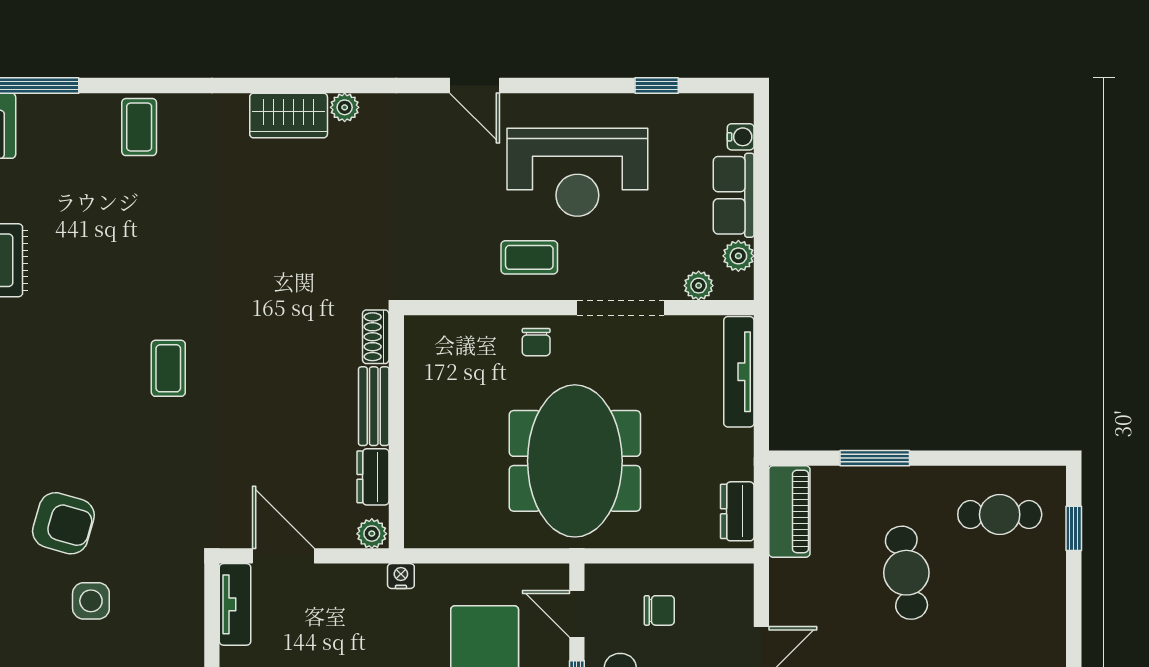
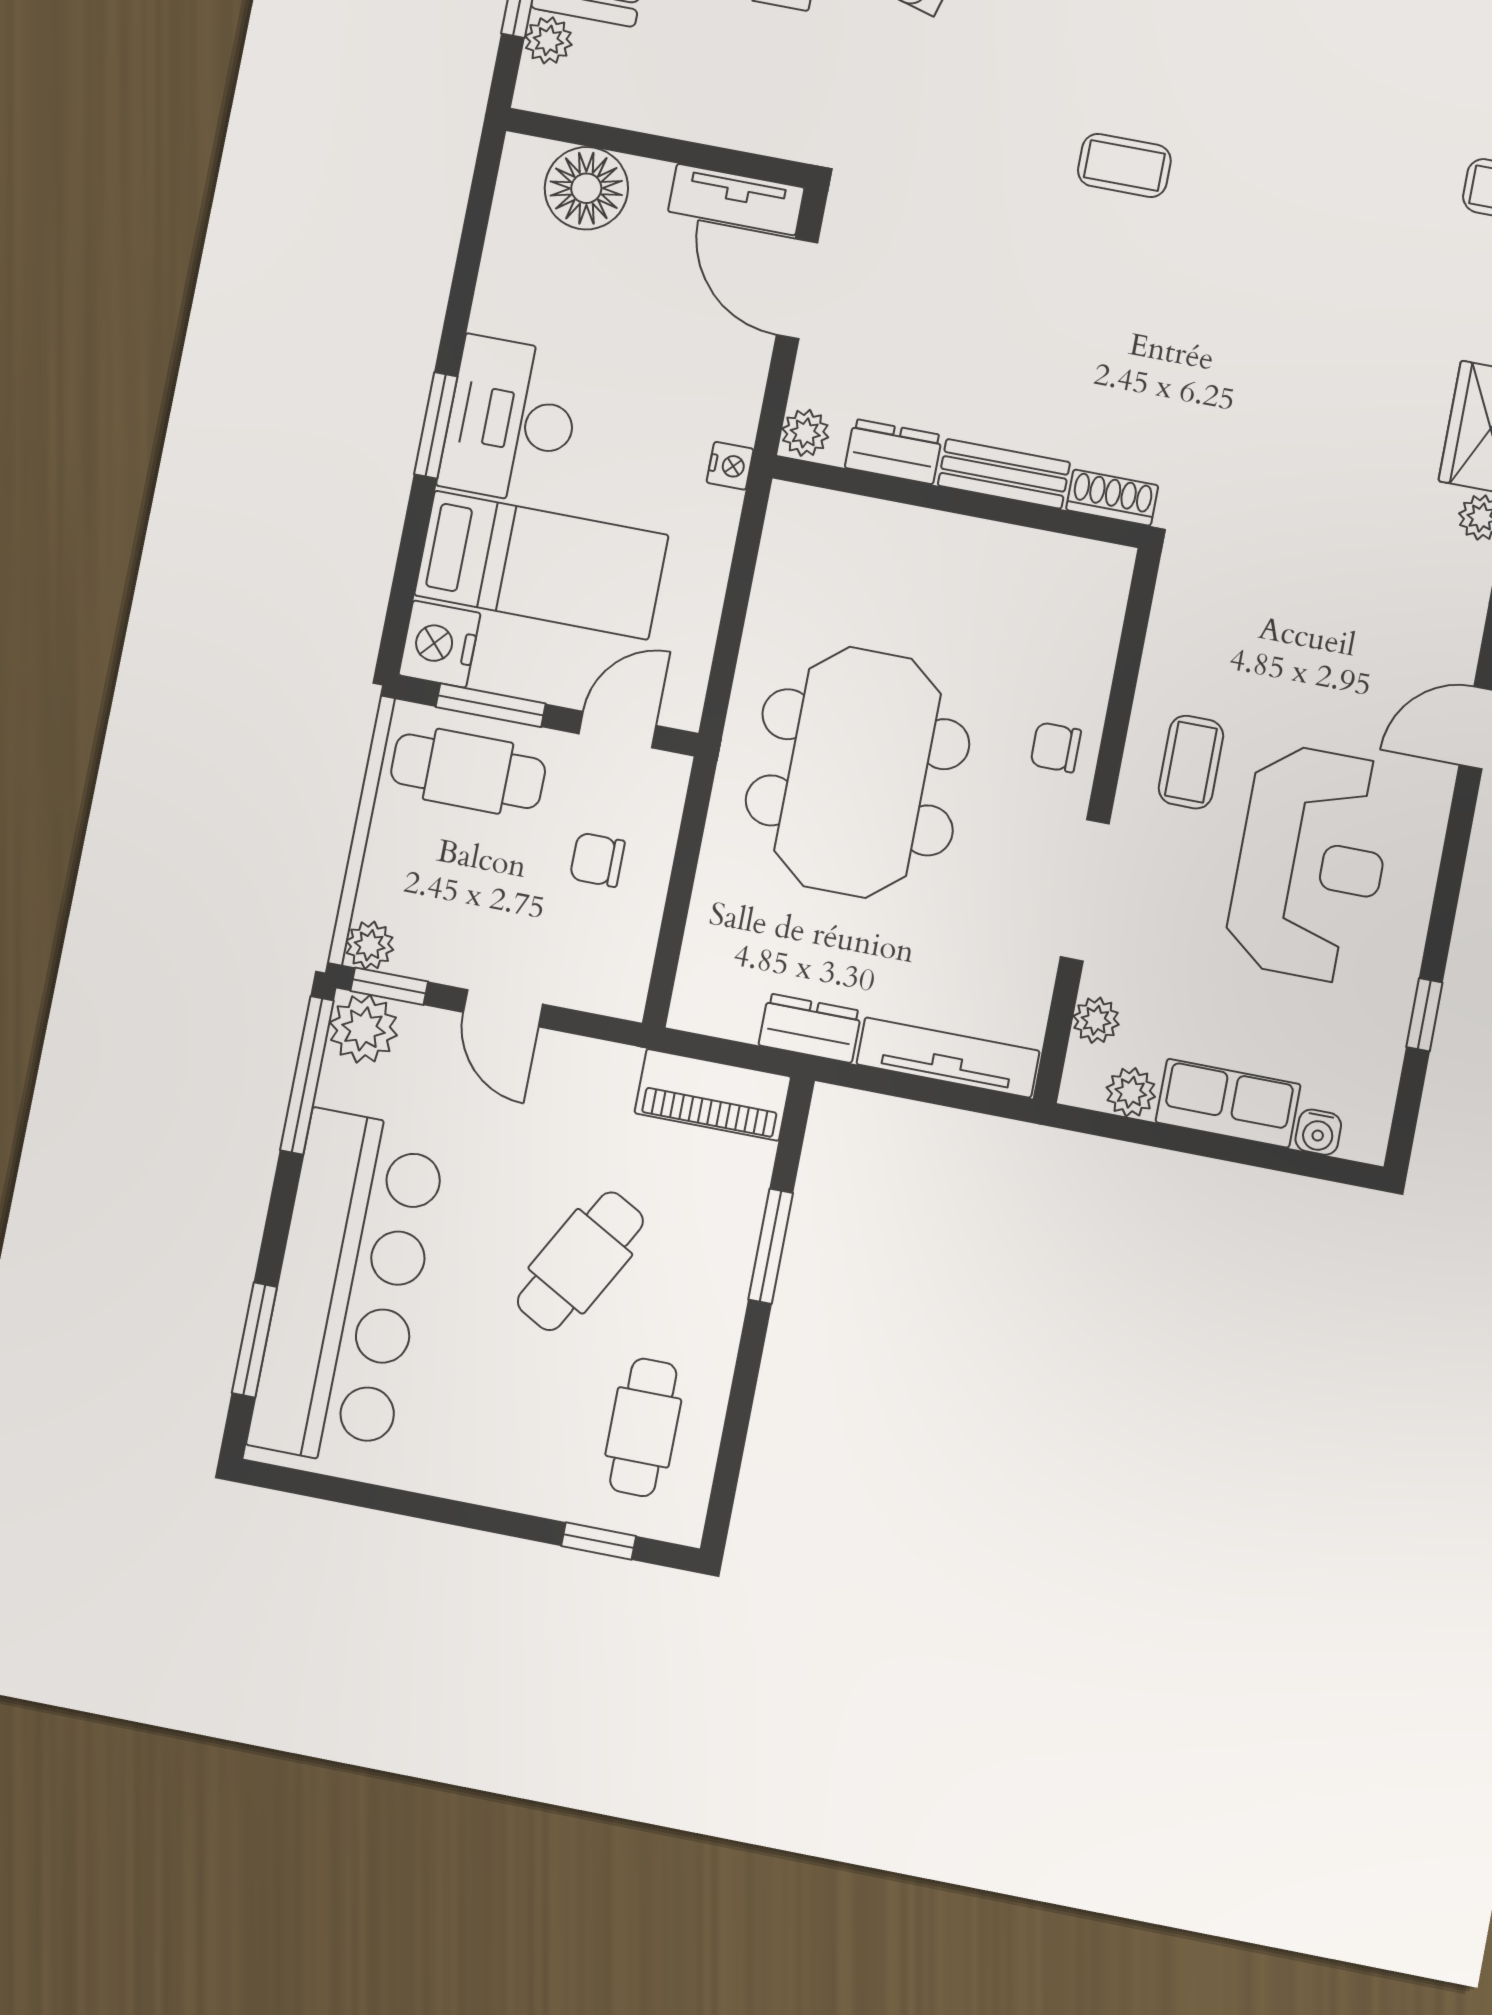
reception desk: (577, 172) -> (1311, 863), turned 180
meeting table: (575, 461) -> (858, 772), turned 90
dresser: (737, 511) -> (810, 1028), moved
door: (283, 556) -> (797, 289), swing flipped
cafe table: (906, 573) -> (580, 1261), turned -52
chair: (659, 610) -> (597, 860), turned 90

